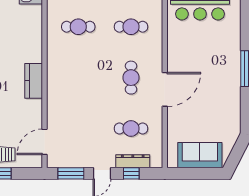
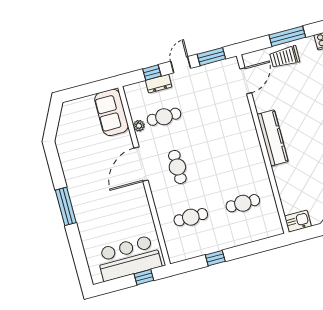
kitchen counter: (34, 81) -> (273, 138), width x1.50
plant: (157, 126) -> (139, 126), added
sofa: (200, 155) -> (111, 112), moved, turned 90
dresser: (133, 161) -> (159, 84), width x0.70

